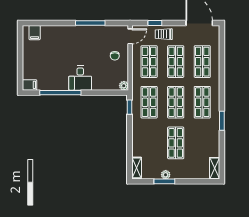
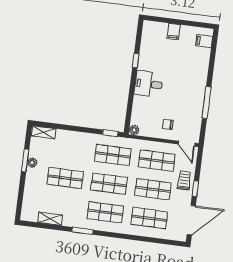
window: (155, 23) -> (195, 189), moved
filing cabinet: (29, 85) -> (174, 32), moved
window: (60, 93) -> (136, 61), width x0.32
shelving: (215, 168) -> (50, 219), moved

